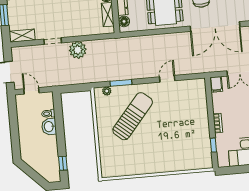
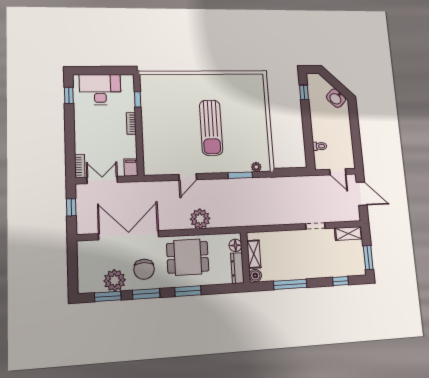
plant: (78, 50) -> (200, 219), moved
sun lounger: (133, 116) -> (211, 128), moved, turned -40
washbasin: (49, 127) -> (336, 98), moved, turned 135

